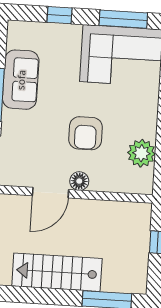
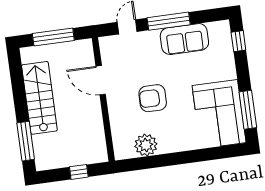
window: (59, 15) -> (238, 41), moved
floor lamp: (79, 181) -> (114, 101), removed

